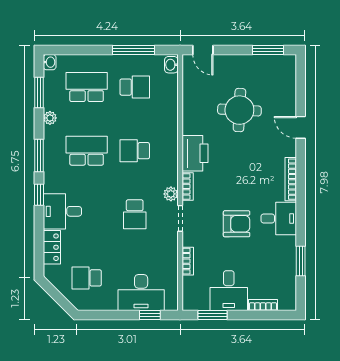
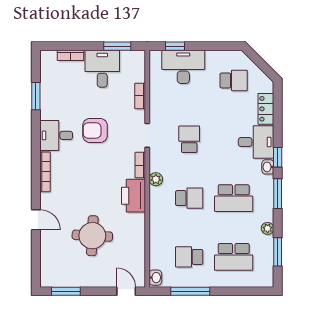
washbasin: (50, 62) -> (268, 167), moved
plant: (171, 194) -> (156, 179), moved

